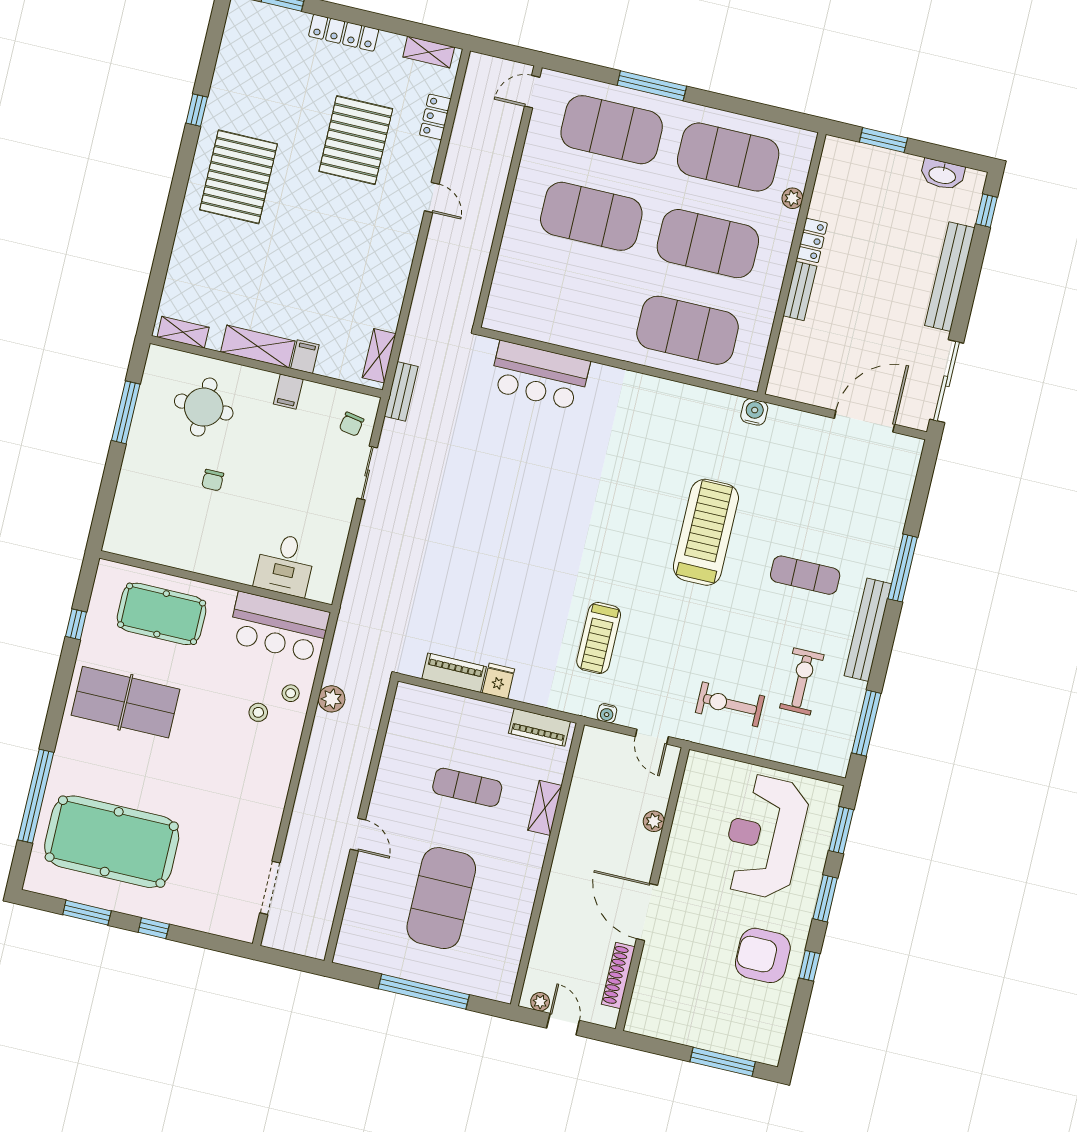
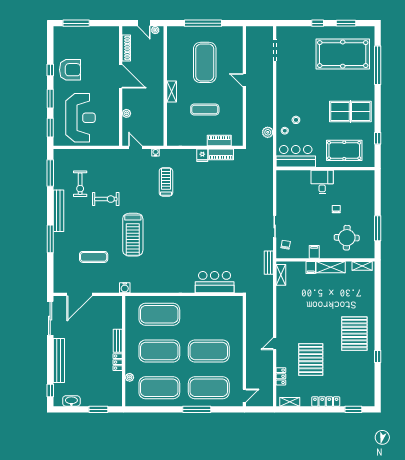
door: (432, 197) -> (275, 344), hinge flipped
desk: (285, 565) -> (322, 182), moved
exercise mat: (805, 575) -> (94, 257), moved
exercise bike: (730, 704) -> (106, 199), moved
piano: (539, 727) -> (219, 140), moved
shelving: (545, 808) -> (172, 92), moved

